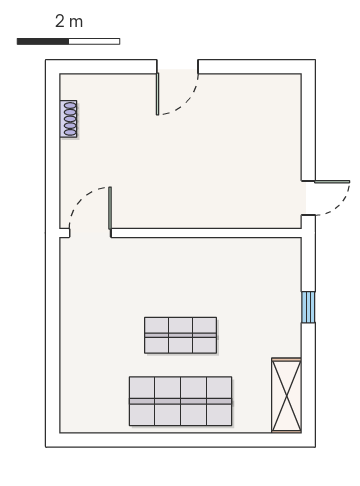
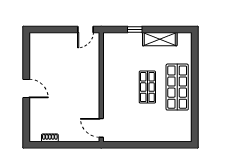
door: (308, 198) -> (85, 29), swing flipped
shelving: (287, 396) -> (160, 39), moved

